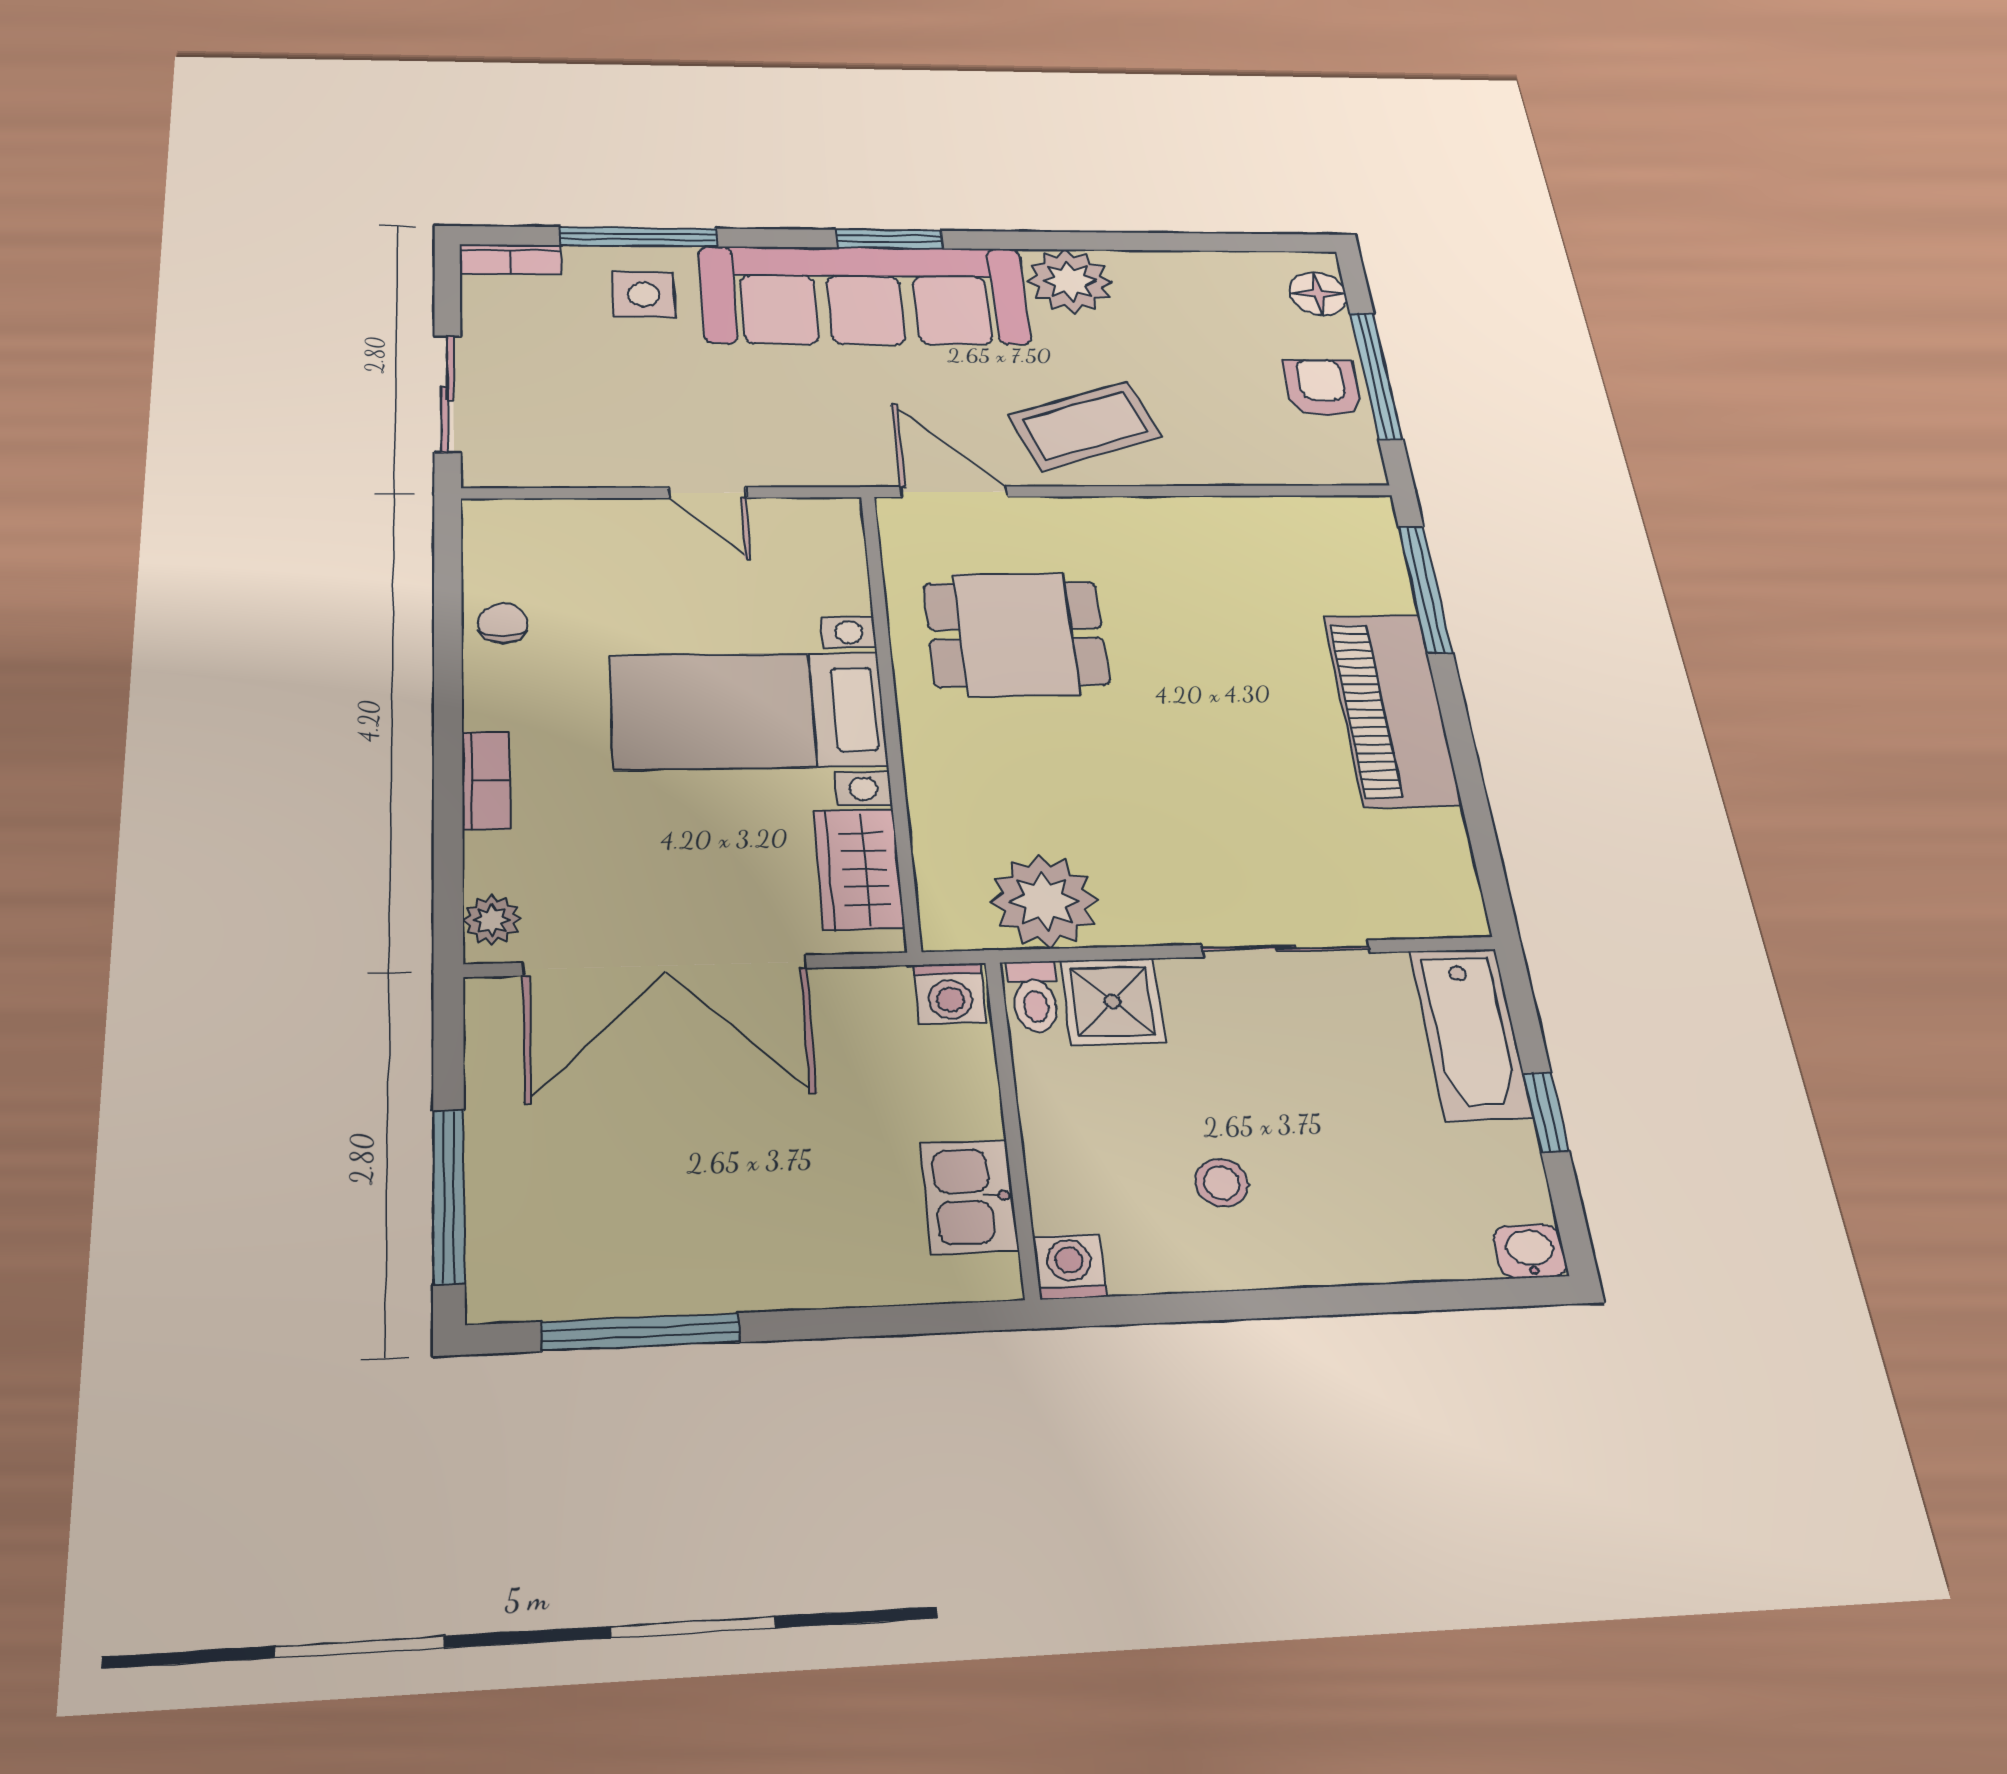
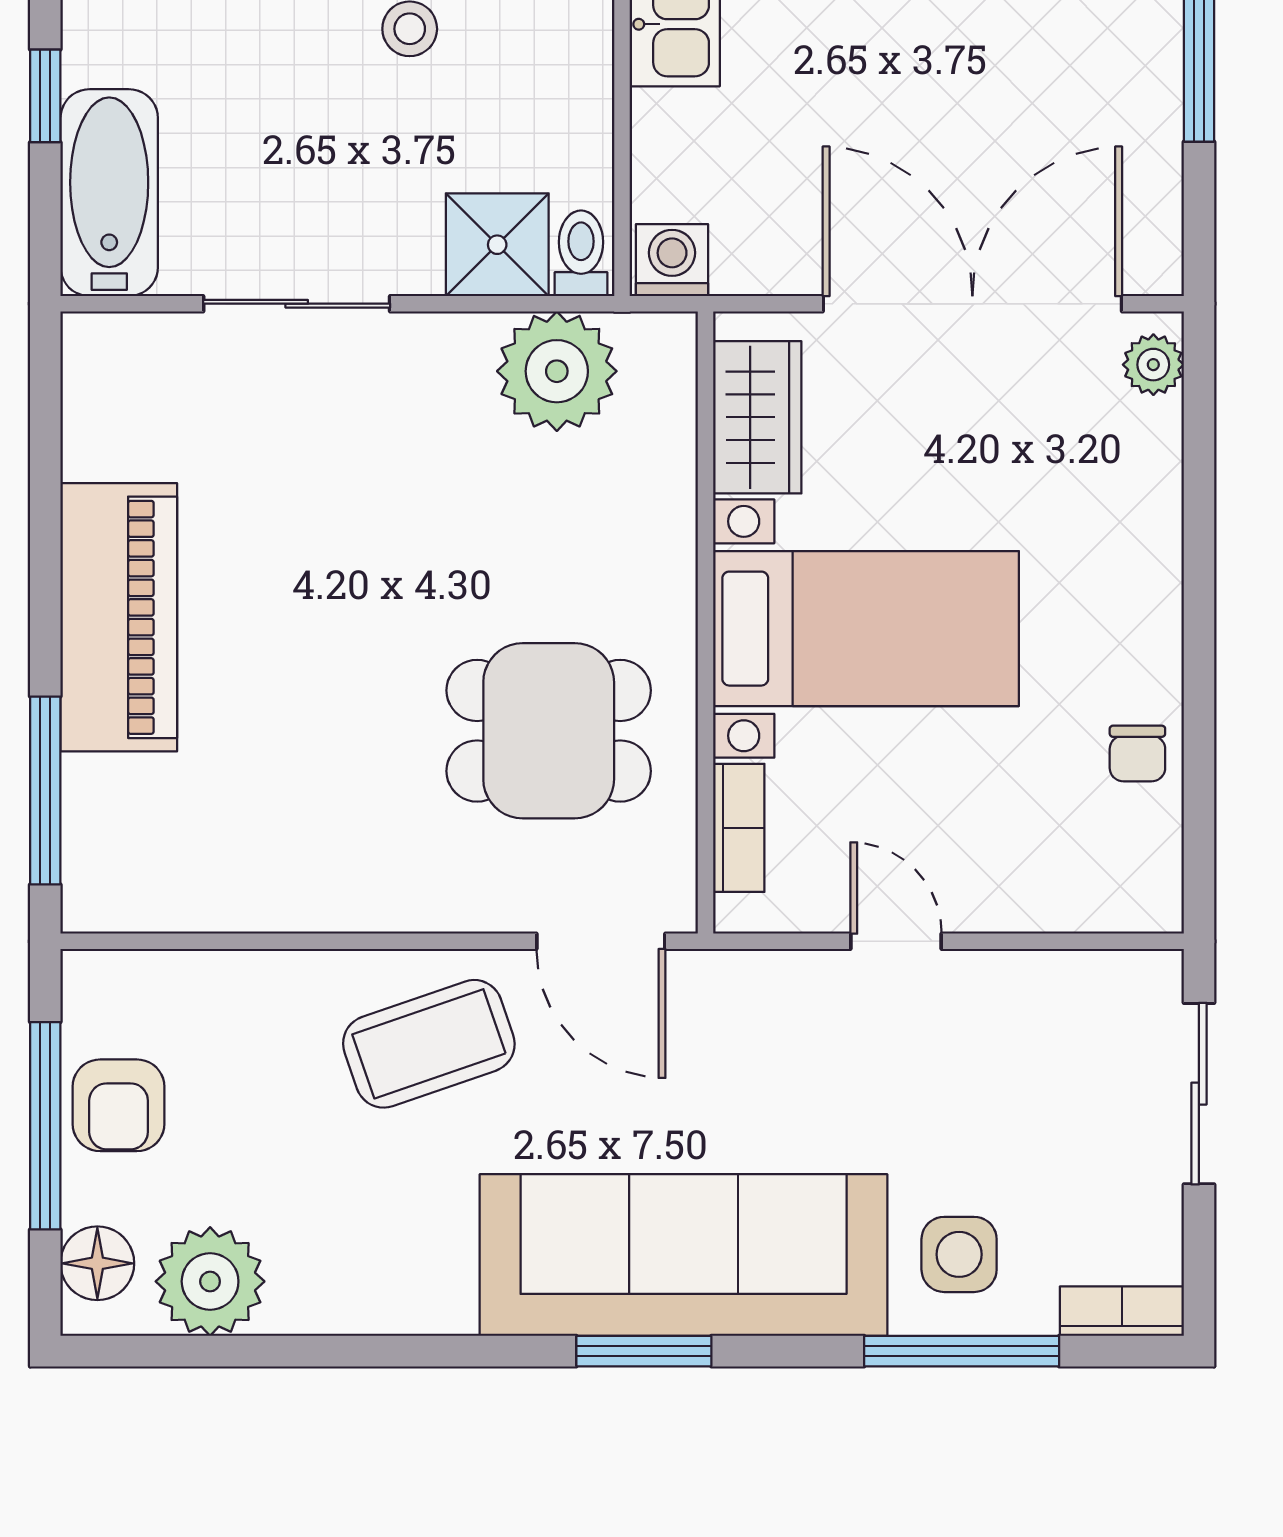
plant: (1070, 281) -> (210, 1281), moved
bookcase: (486, 780) -> (739, 828), moved, turned 180

